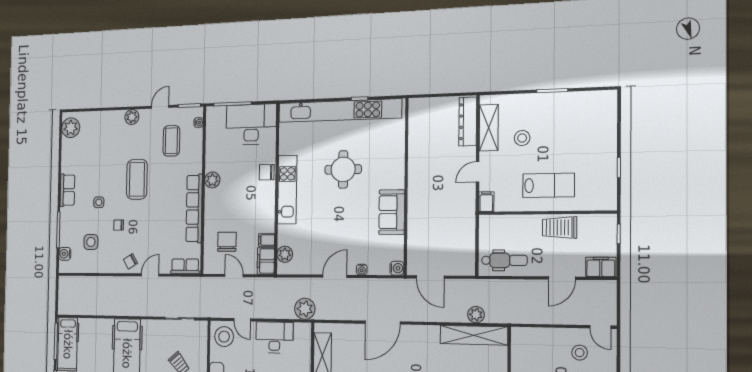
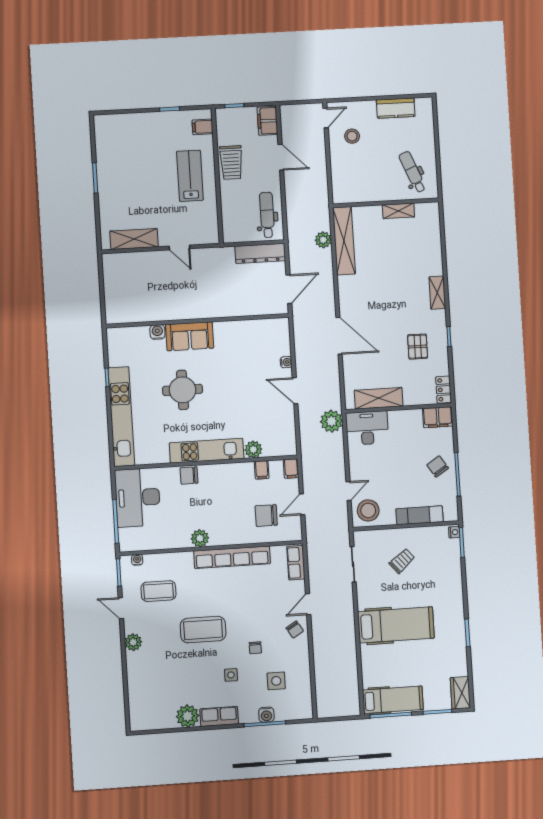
kitchen unit: (339, 111) -> (121, 417), width x0.73
dresser: (468, 122) -> (260, 253), moved
plant: (71, 128) -> (188, 716), moved
stool: (522, 138) -> (144, 205), removed
chair: (267, 172) -> (189, 475), turned 90
filing cabinet: (486, 202) -> (203, 127), moved
sofa: (392, 212) -> (190, 336), moved
water cooler: (65, 254) -> (266, 715), moved
plant: (285, 254) -> (253, 449), moved
filing cabinet: (266, 261) -> (291, 469), width x0.50
water cooler: (397, 268) -> (157, 332), moved
door: (150, 275) -> (308, 604), hinge flipped
desk: (274, 337) -> (367, 428), moved, turned 90

